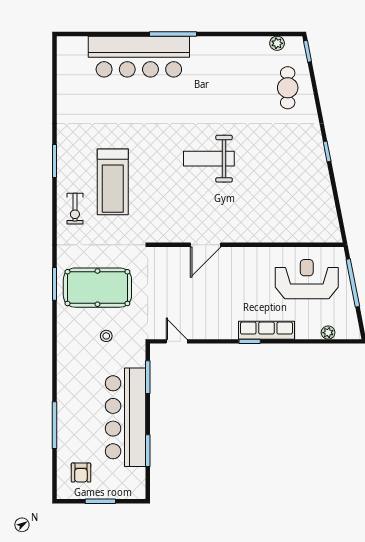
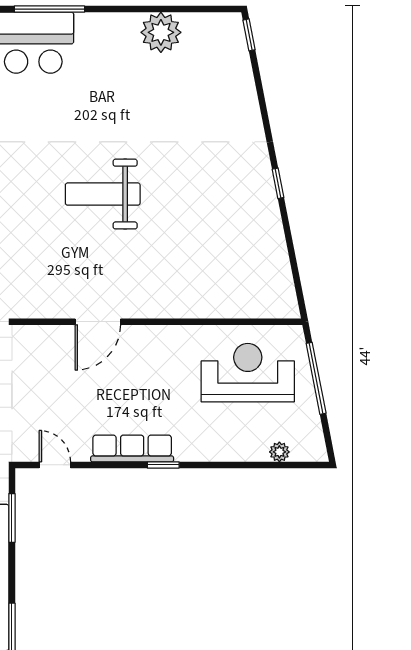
plant: (277, 43) -> (161, 32), moved, width x1.88, depth x1.88
cafe table: (288, 88) -> (220, 89), removed
row of seats: (266, 330) -> (132, 448), moved

